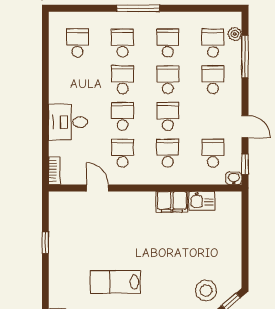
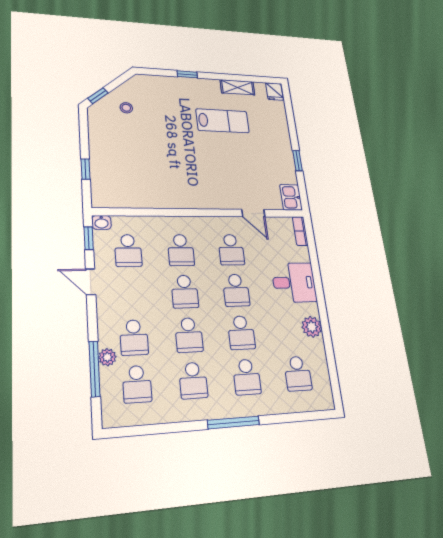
plant: (235, 34) -> (107, 357), moved
plant: (58, 82) -> (312, 327), added
kitchen sink: (202, 201) -> (291, 197), moved, turned -90
filing cabinet: (172, 202) -> (171, 198), removed
window: (245, 228) -> (86, 169), added
stool: (206, 291) -> (126, 108), width x0.53, depth x0.53

